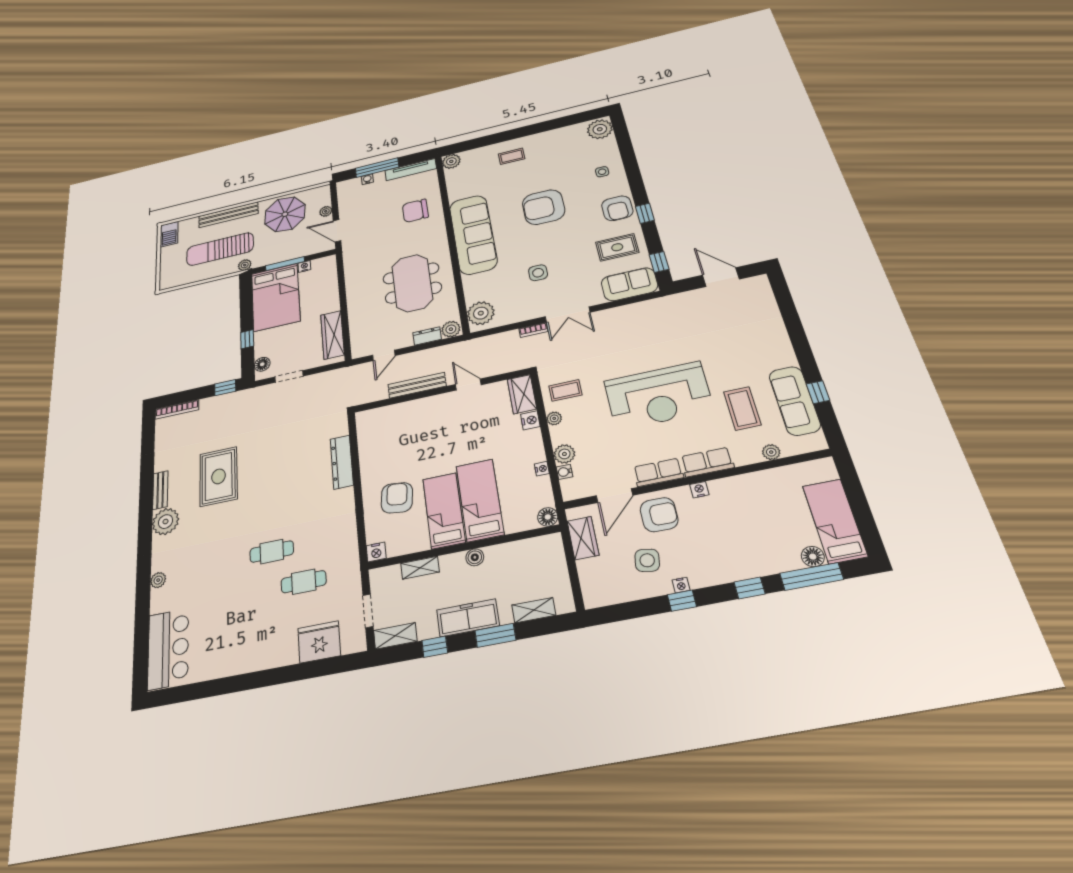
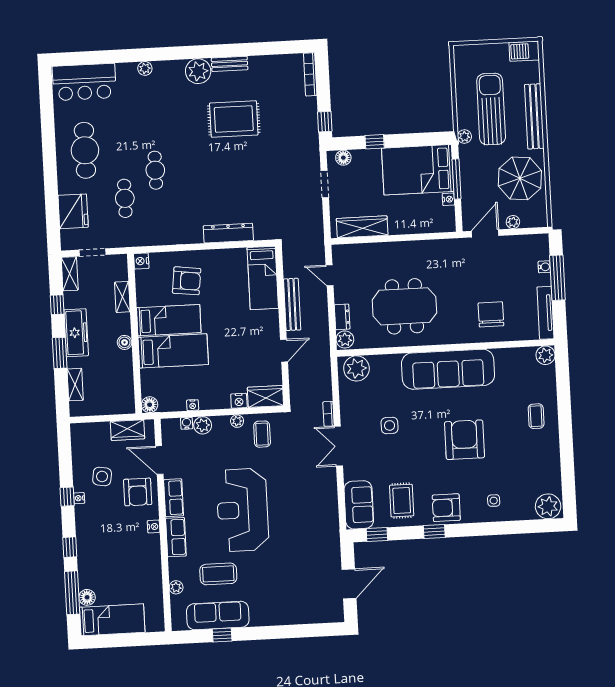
bed: (390, 419) -> (263, 278), added
cafe table: (247, 637) -> (85, 150), added

